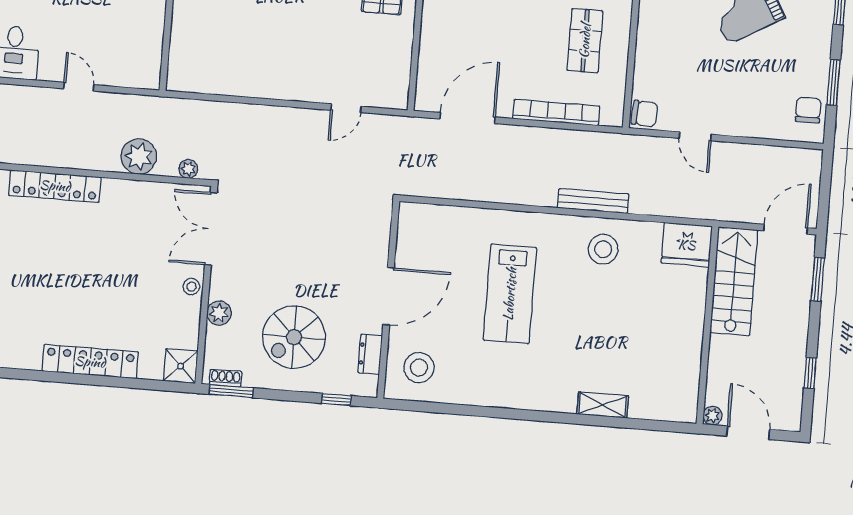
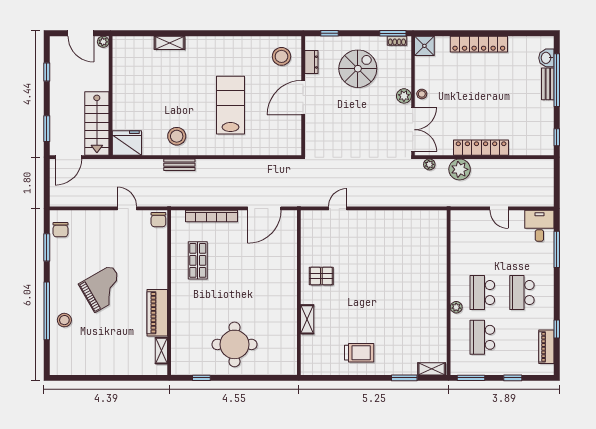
chair: (645, 113) -> (158, 220), turned -93
locker: (55, 186) -> (481, 148), moved
bench: (593, 201) -> (179, 165), width x0.73
plant: (219, 313) -> (404, 96), moved

